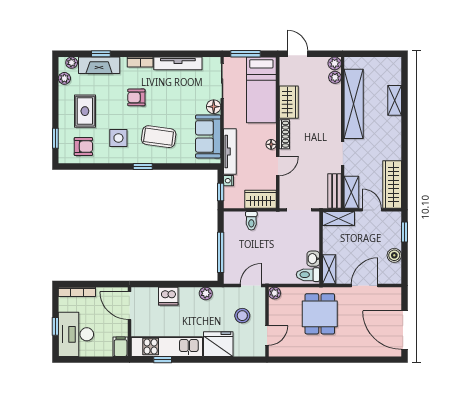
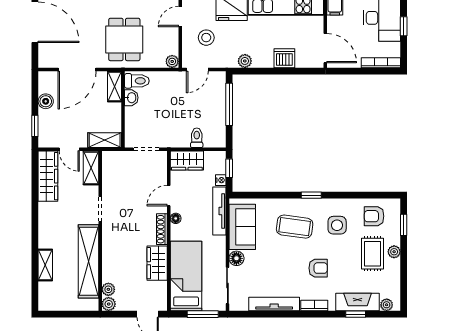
plant: (64, 78) -> (394, 252), moved
bench: (335, 191) -> (109, 169), removed
door: (365, 285) -> (77, 69), width x1.36

